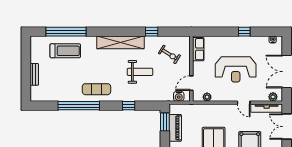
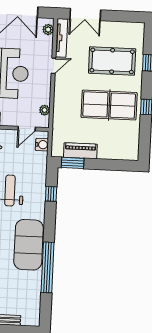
door: (191, 83) -> (27, 129), hinge flipped
exercise mat: (96, 89) -> (29, 245), width x2.00, depth x1.45
window: (129, 106) -> (51, 194), moved

